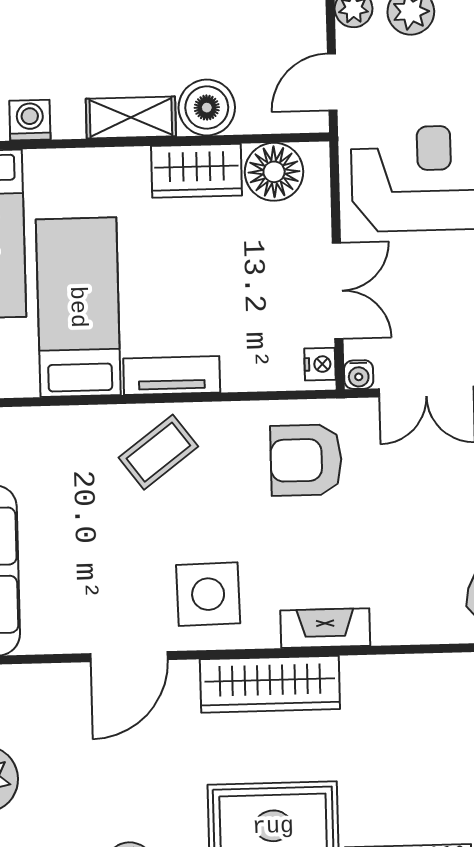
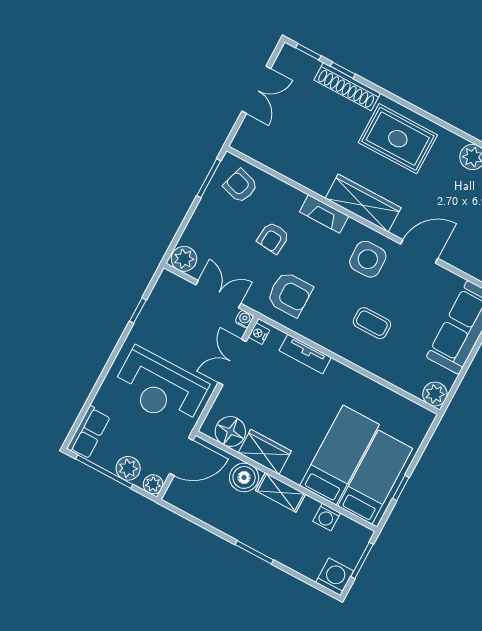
door: (332, 82) -> (181, 457), width x1.38
bed: (78, 307) -> (340, 455), moved, turned 180
tv unit: (172, 376) -> (305, 354), moved
coffee table: (158, 452) -> (372, 323), moved, turned 37
armchair: (388, 539) -> (273, 238), added

